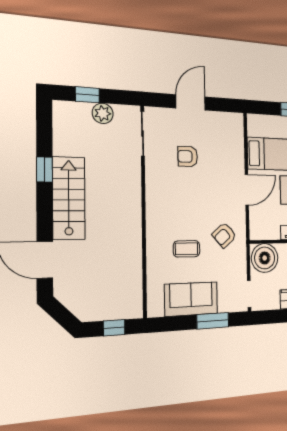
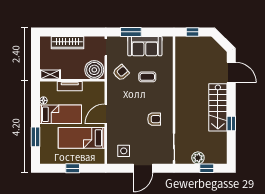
side table: (220, 132) -> (124, 151), added
armchair: (188, 156) -> (154, 119), moved
armchair: (224, 235) -> (121, 73), moved

